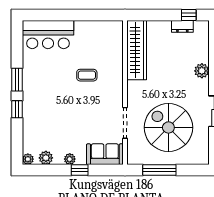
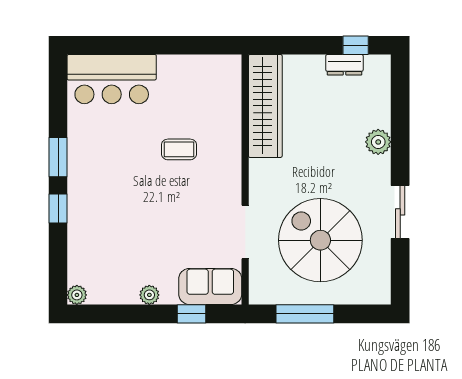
plant: (46, 158) -> (108, 293), removed
window: (80, 170) -> (192, 314), moved

